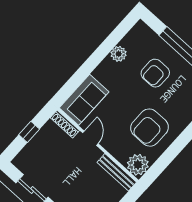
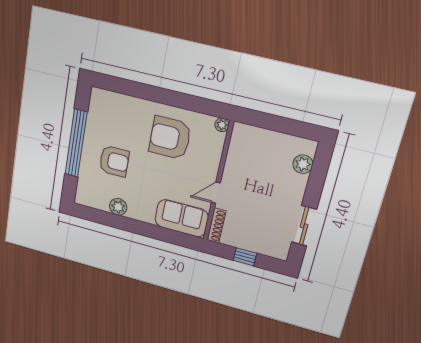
armchair: (150, 128) -> (170, 138), turned 180
plant: (138, 165) -> (222, 125), width x0.53, depth x0.53
bench: (117, 172) -> (235, 147), removed

